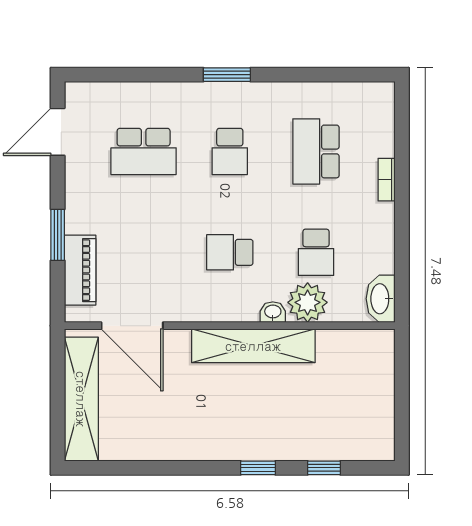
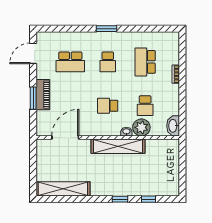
piano: (80, 270) -> (43, 95), moved
door: (132, 326) -> (65, 137), swing flipped
shelving: (81, 399) -> (63, 189), moved, turned 90

